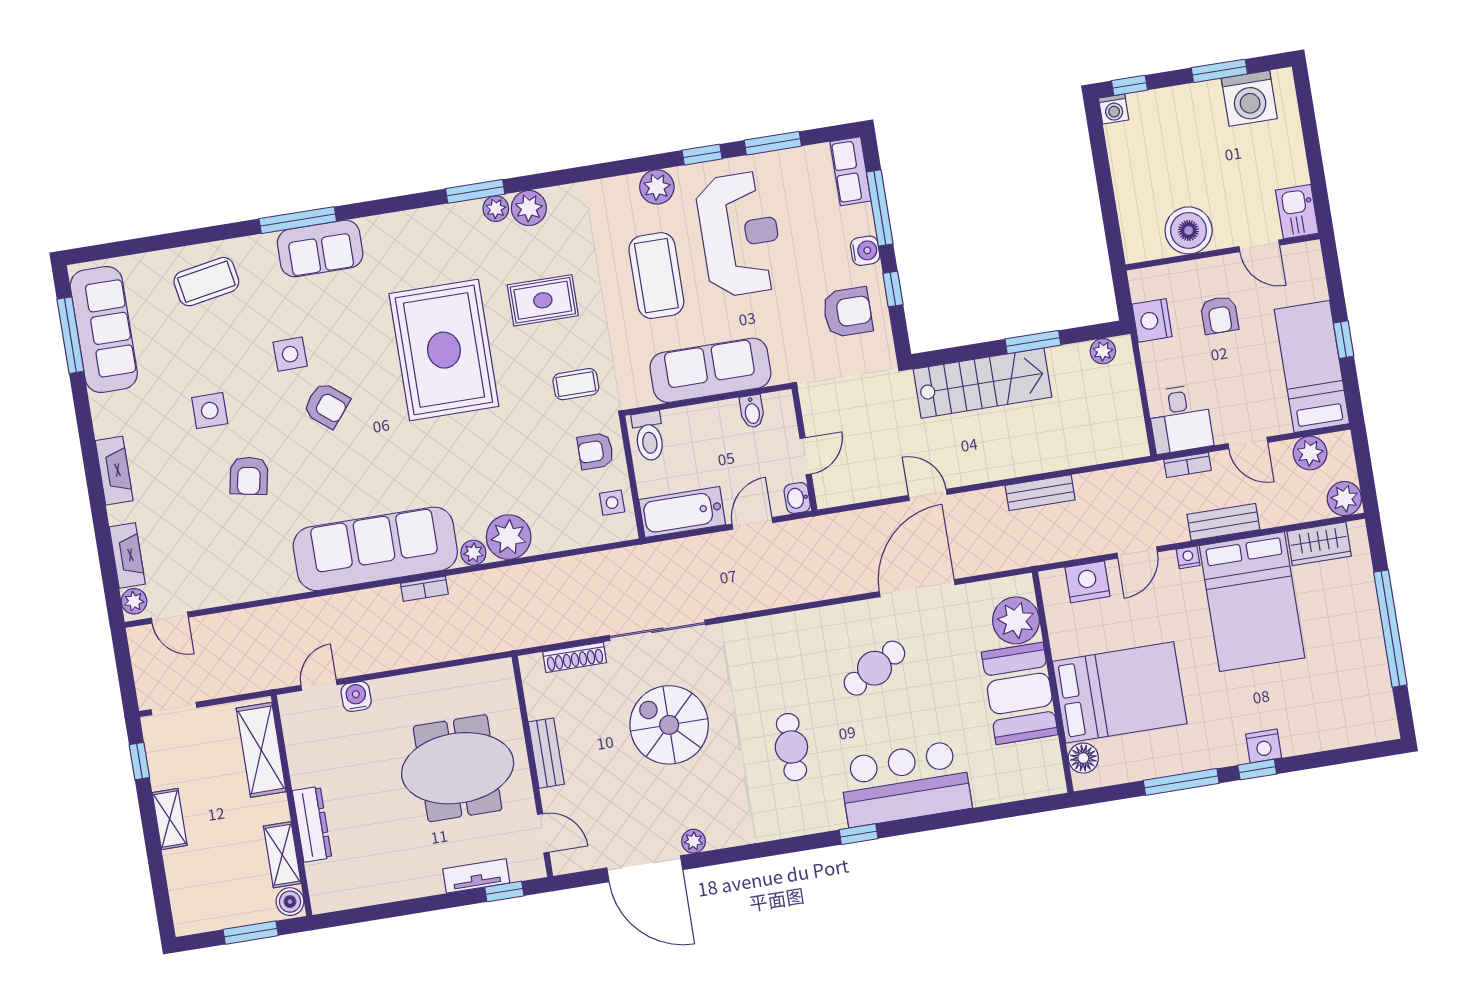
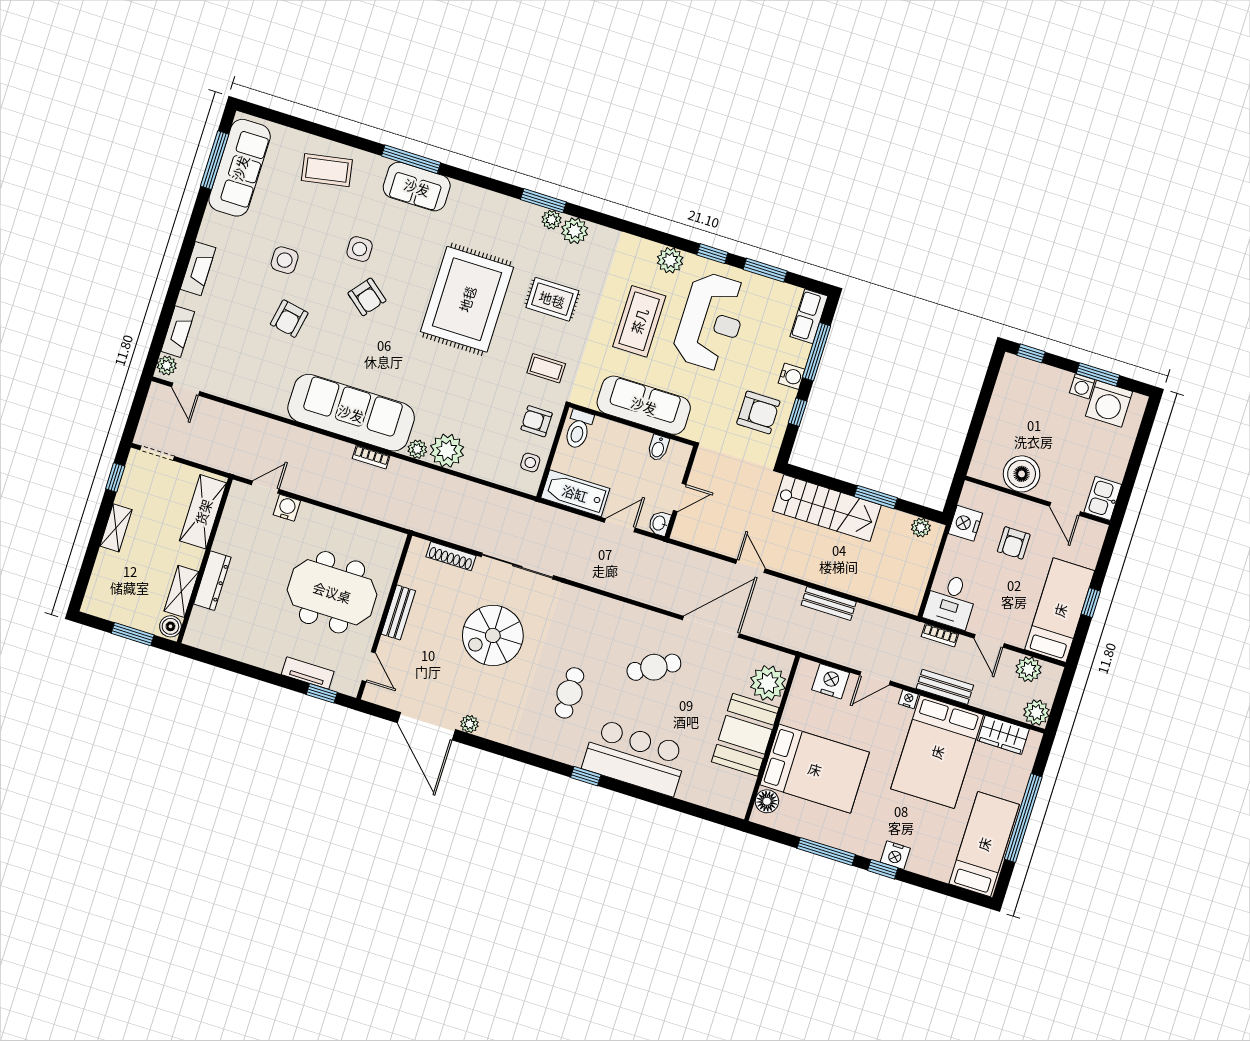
washing machine: (1114, 109) -> (1082, 386), moved
bed: (1360, 682) -> (984, 844), added
spiral stairs: (669, 725) -> (493, 635), turned -90

